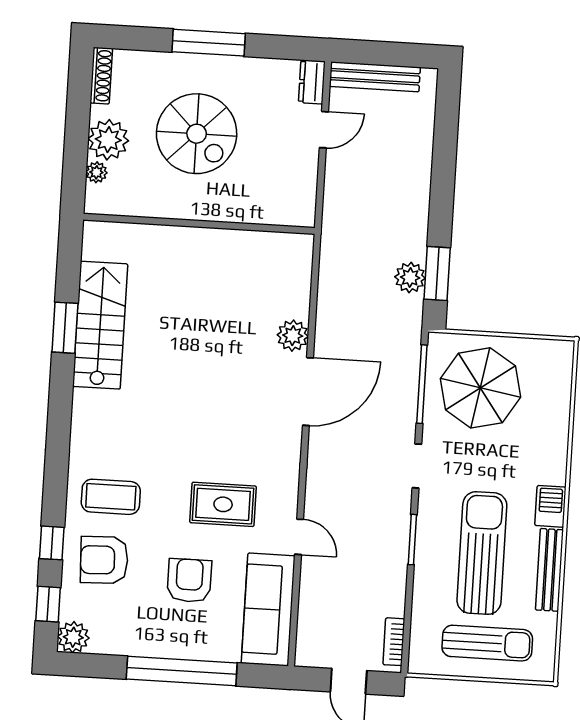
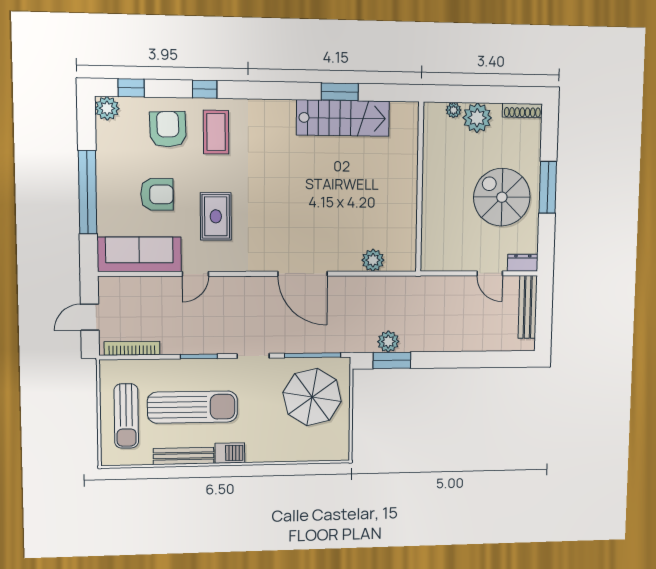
spiral stairs: (197, 134) -> (502, 197), moved, turned 90
plant: (293, 336) -> (373, 260), moved
window: (52, 543) -> (205, 89), moved
bookcase: (394, 642) -> (132, 348), width x1.56

